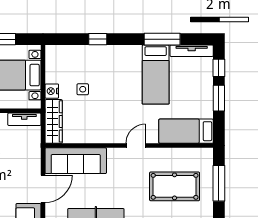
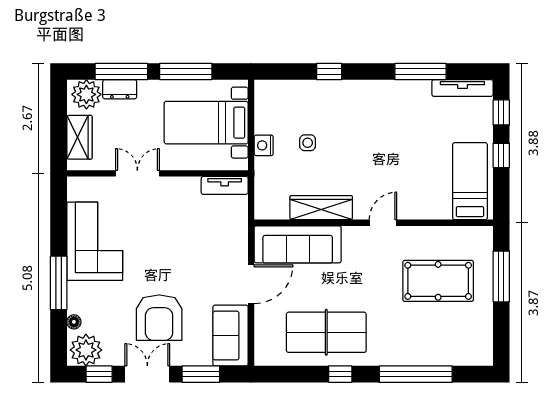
bed: (156, 75) -> (411, 122), removed
window: (219, 98) -> (501, 155), width x0.67
wardrobe: (54, 121) -> (321, 208), moved, turned -90
bed: (186, 131) -> (470, 181), moved, turned 90

